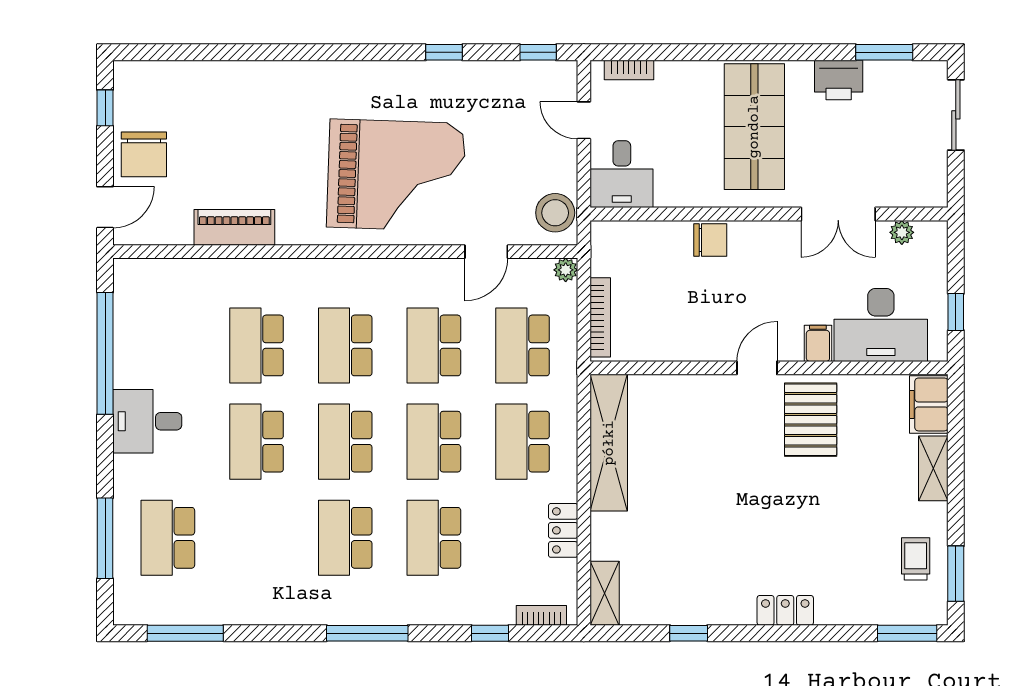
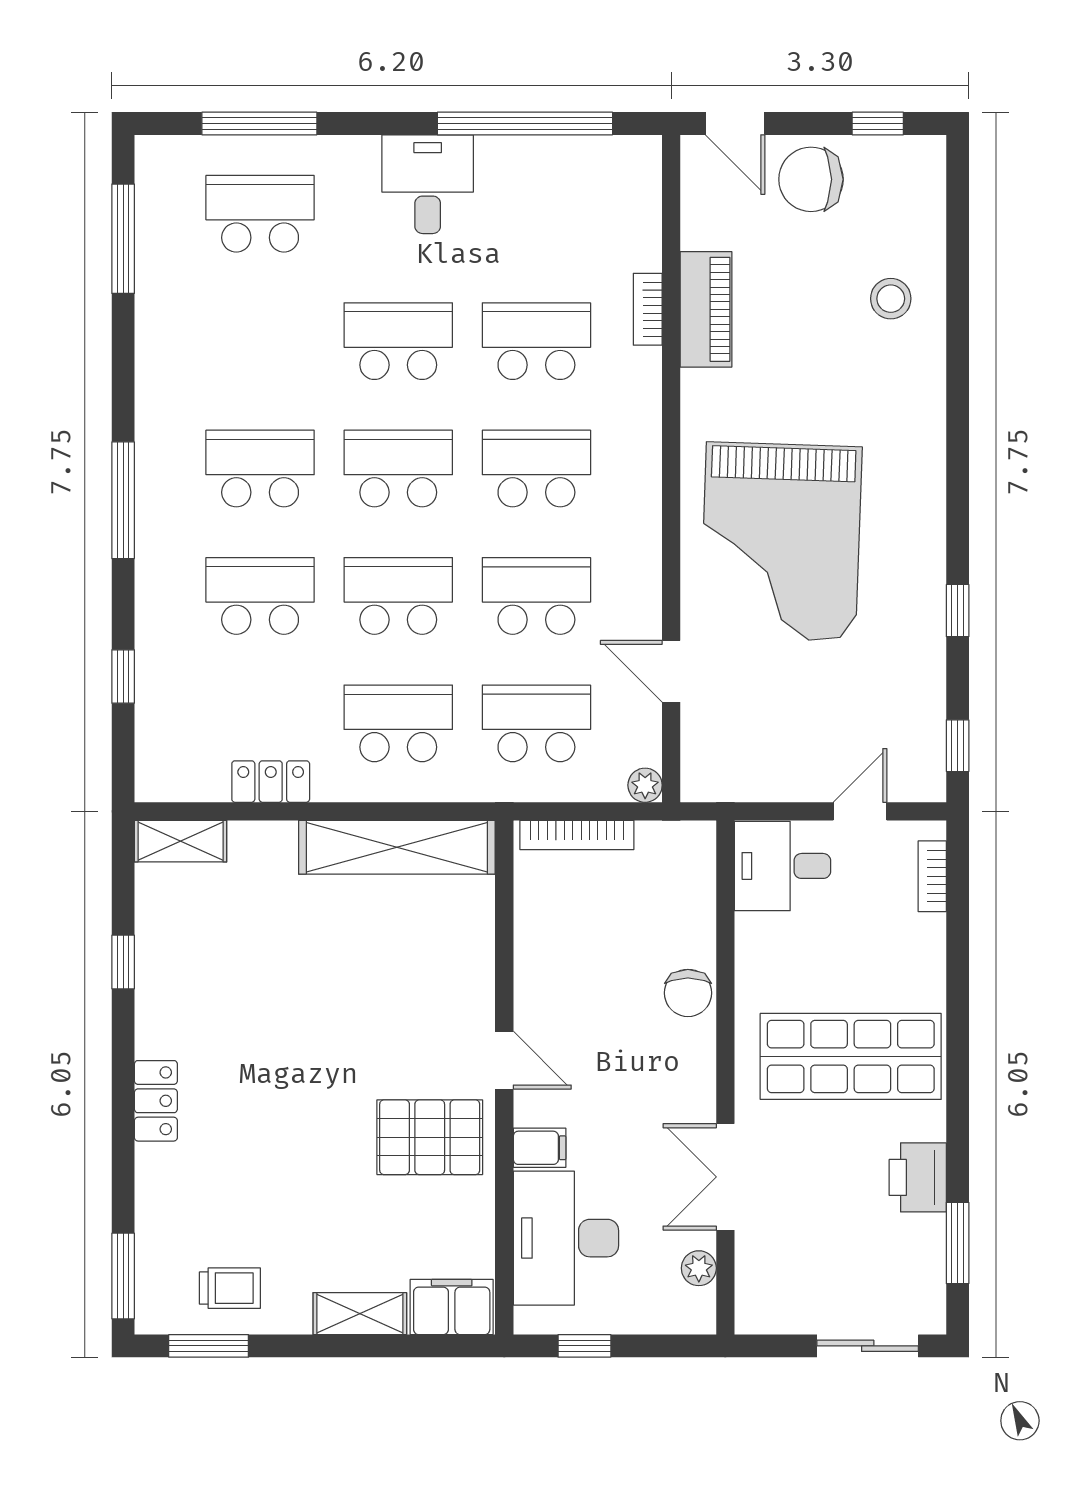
stool: (555, 213) -> (891, 299), moved, width x0.73, depth x0.73
bookcase: (541, 615) -> (648, 309), moved, turned 180

